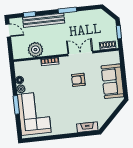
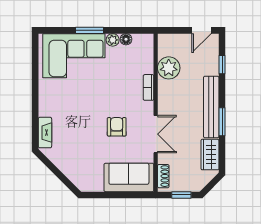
wardrobe: (90, 16) -> (210, 155), added
bench: (44, 20) -> (211, 107), moved
sofa: (112, 81) -> (129, 177), moved

